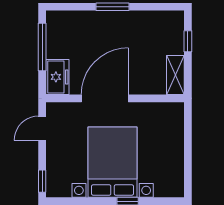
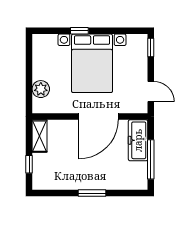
freezer: (57, 77) -> (138, 140), width x1.40
door: (42, 128) -> (151, 92), hinge flipped
plant: (174, 131) -> (41, 89), added

